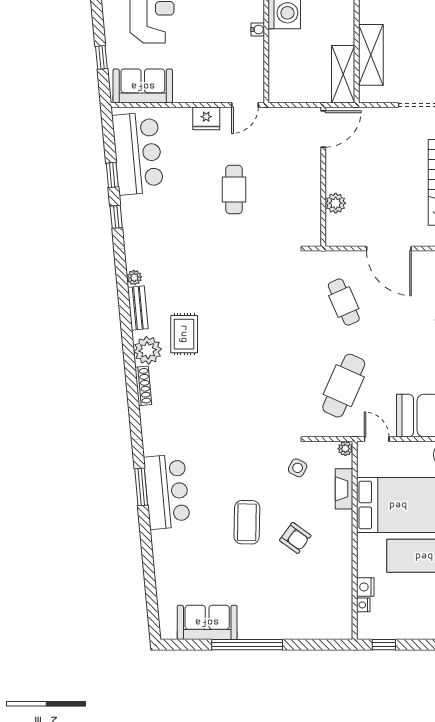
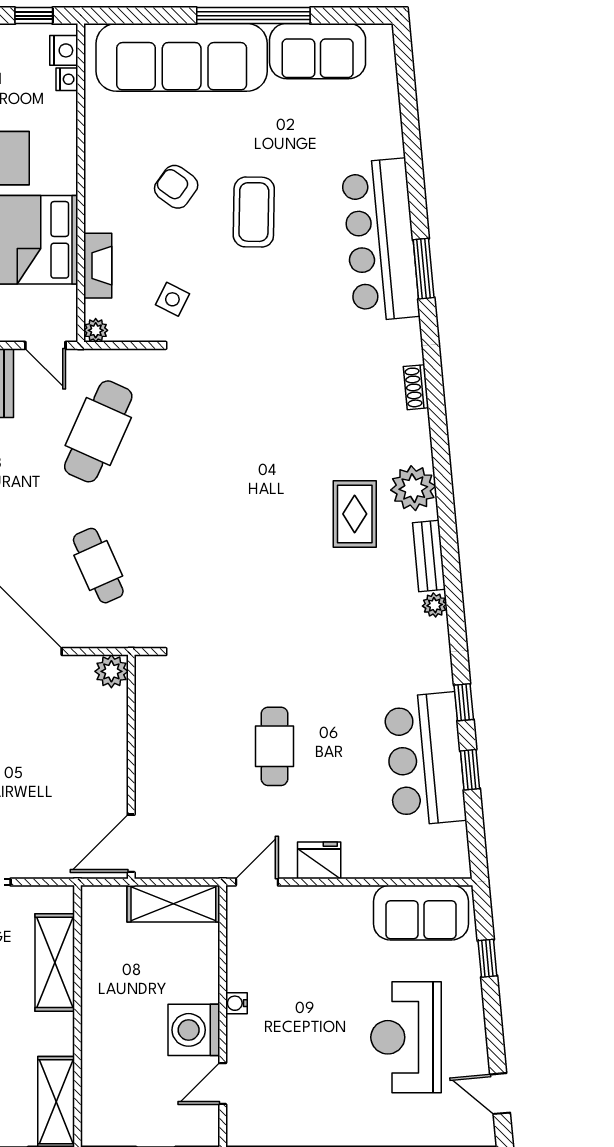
shelving: (343, 74) -> (173, 904), moved, turned 90
bar counter: (138, 153) -> (425, 759), moved
plant: (336, 203) -> (111, 671), moved
shoe rack: (143, 386) -> (416, 387), moved, width x0.70
bar counter: (167, 492) -> (380, 240), width x1.36
nightstand: (365, 587) -> (64, 50), moved
sofa: (292, 619) -> (182, 57), added

